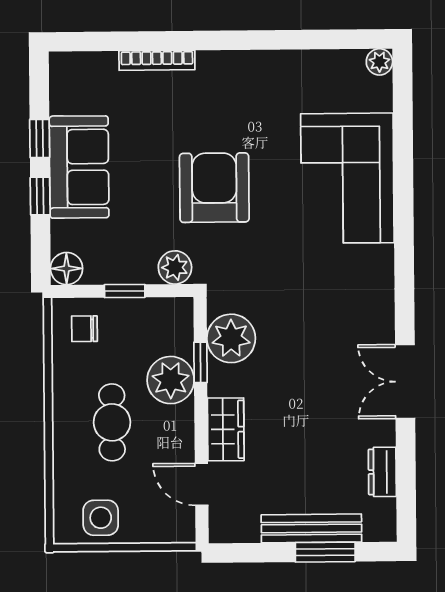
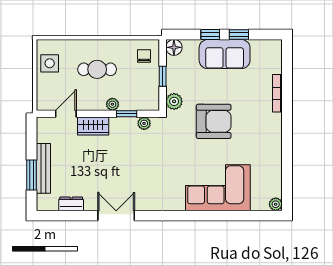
plant: (231, 338) -> (144, 123), width x0.53, depth x0.53
plant: (171, 380) -> (112, 104), width x0.53, depth x0.53

